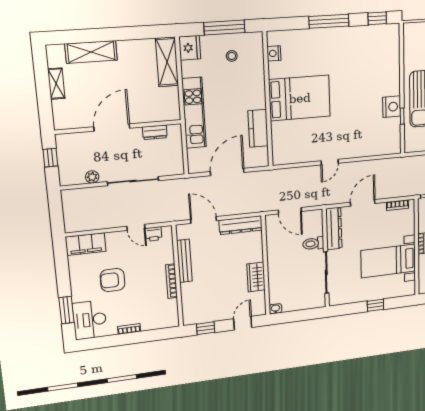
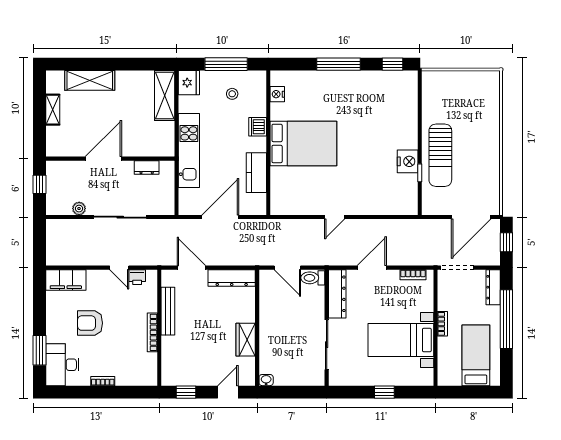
dishwasher: (257, 85) -> (258, 127), added
toilet: (313, 244) -> (313, 278), moved

